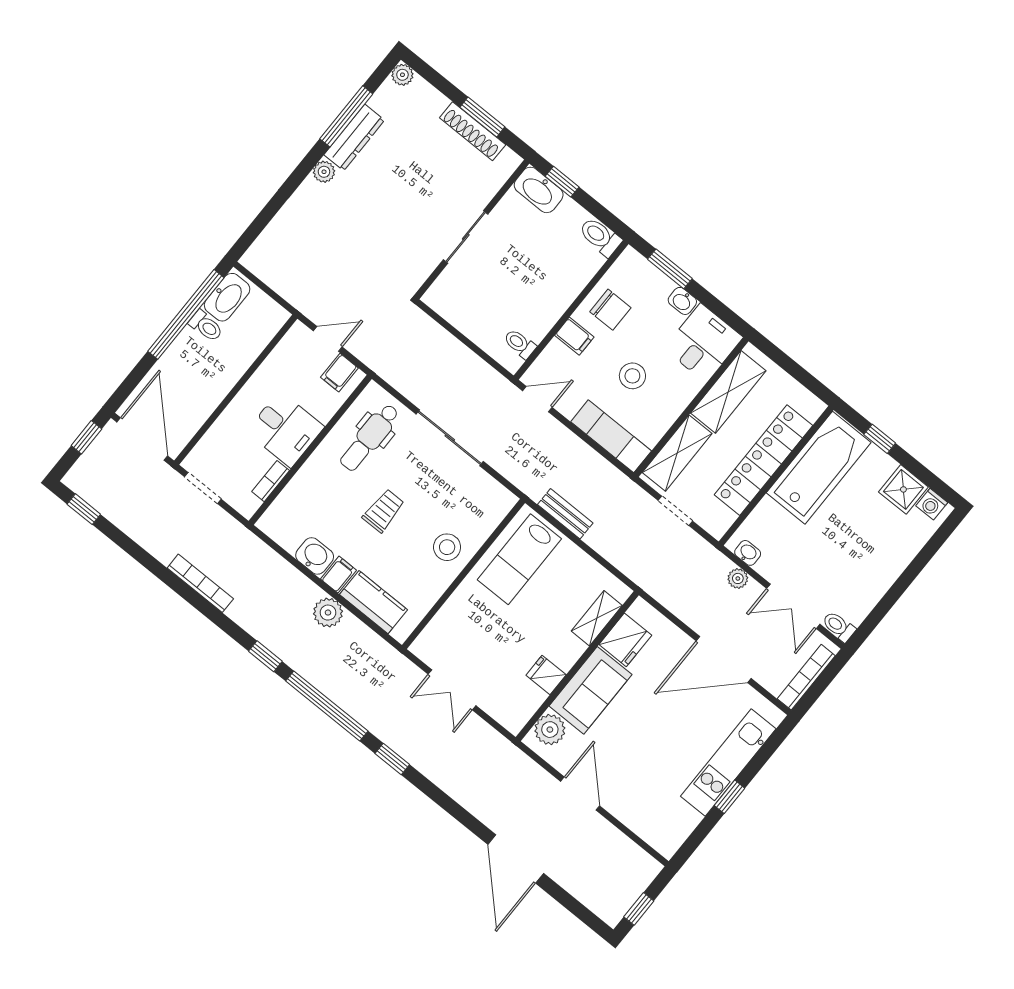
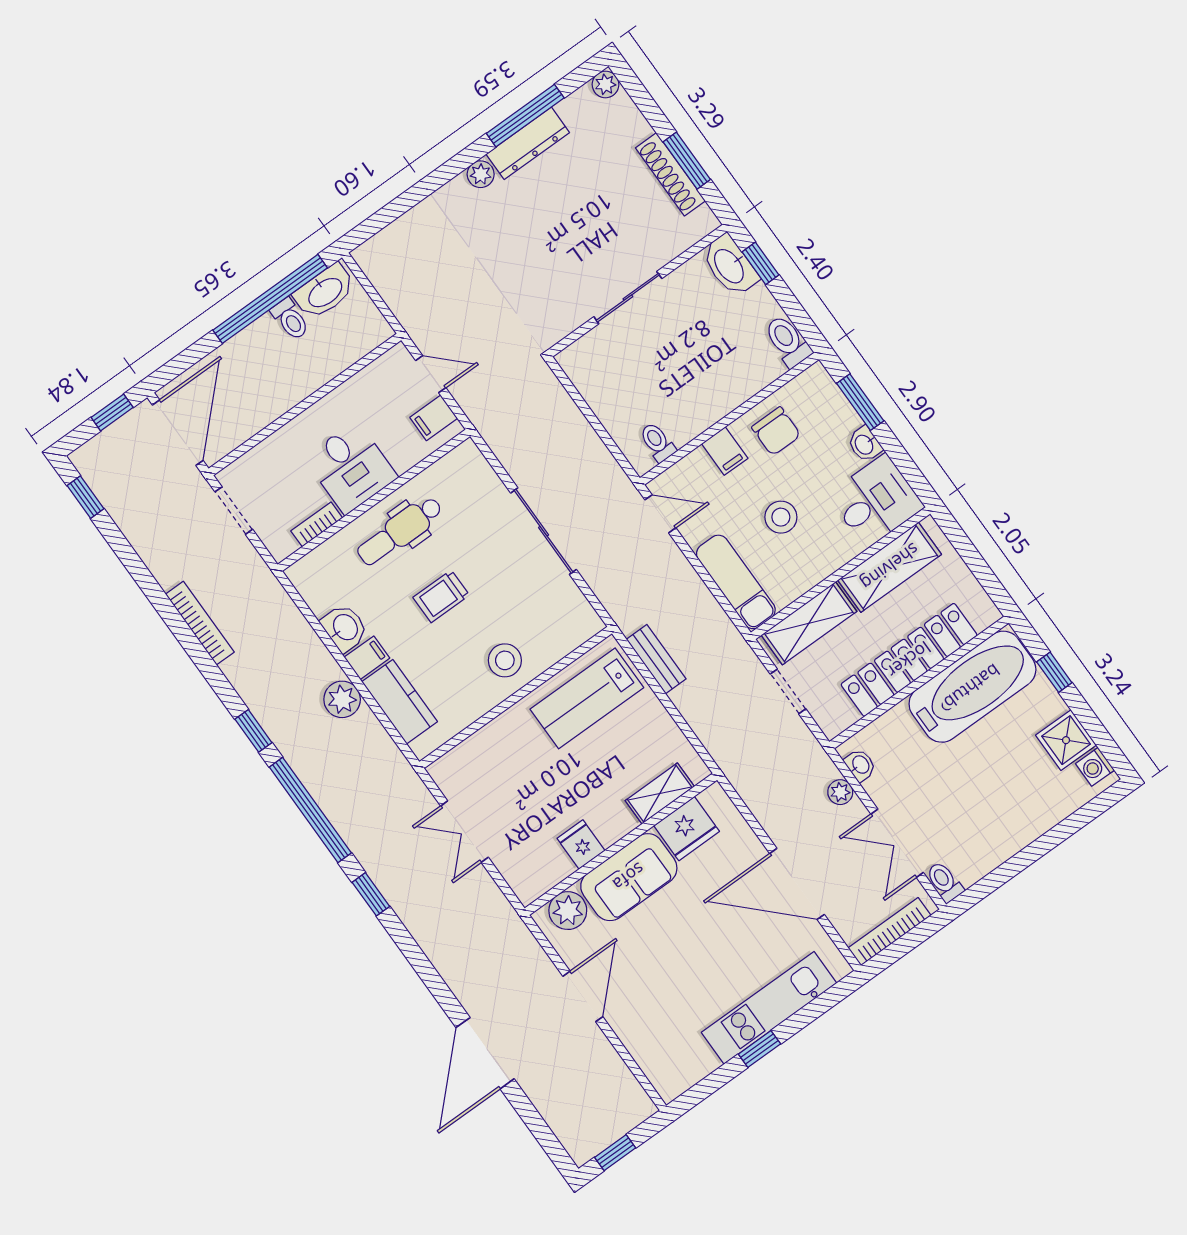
dental chair: (370, 437) -> (400, 531), moved
trolley: (383, 511) -> (441, 596), turned 180

